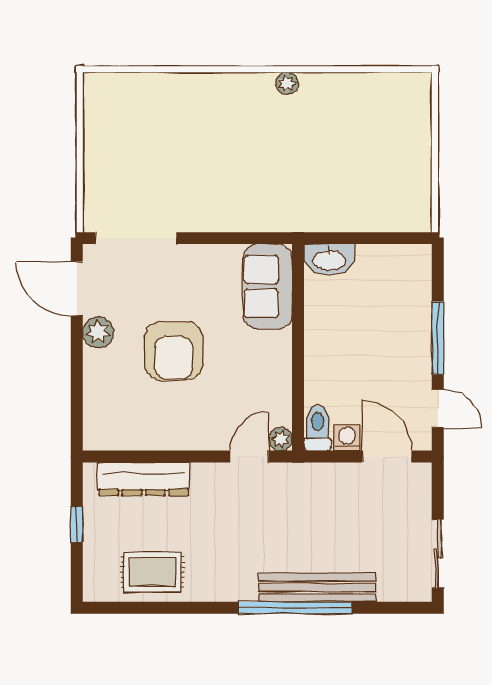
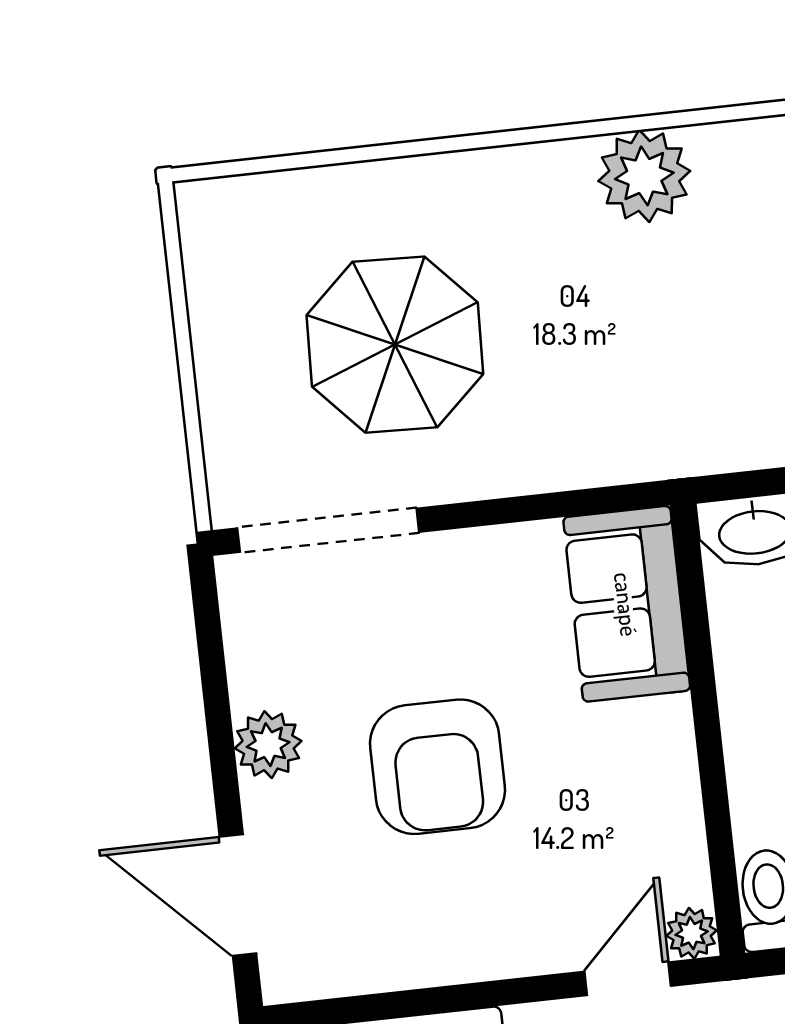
plant: (287, 83) -> (644, 176), width x1.87, depth x1.87
parasol: (176, 157) -> (395, 345), added
door: (77, 289) -> (238, 895), moved

